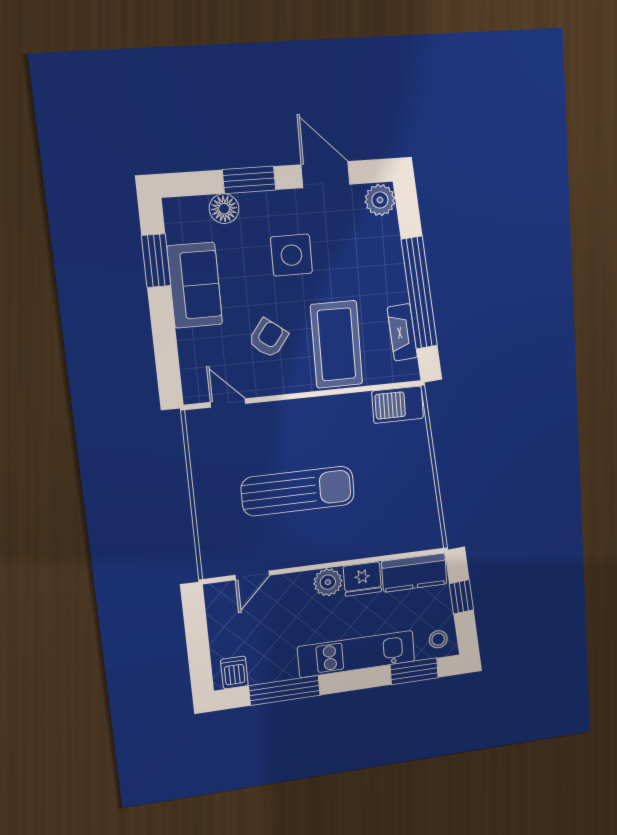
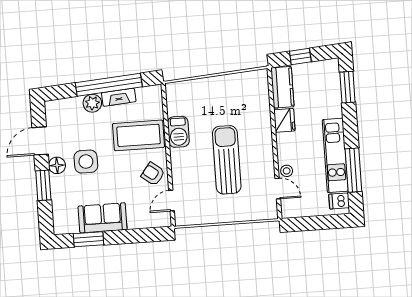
plant: (380, 200) -> (92, 103), moved
floor lamp: (224, 209) -> (57, 165), moved
fireplace: (402, 332) -> (119, 97), moved
armchair: (268, 338) -> (153, 174), moved
barbecue: (398, 405) -> (178, 132), moved
plant: (328, 582) -> (285, 142), removed
stool: (438, 639) -> (287, 171), moved
kitchen unit: (356, 654) -> (335, 155), moved

